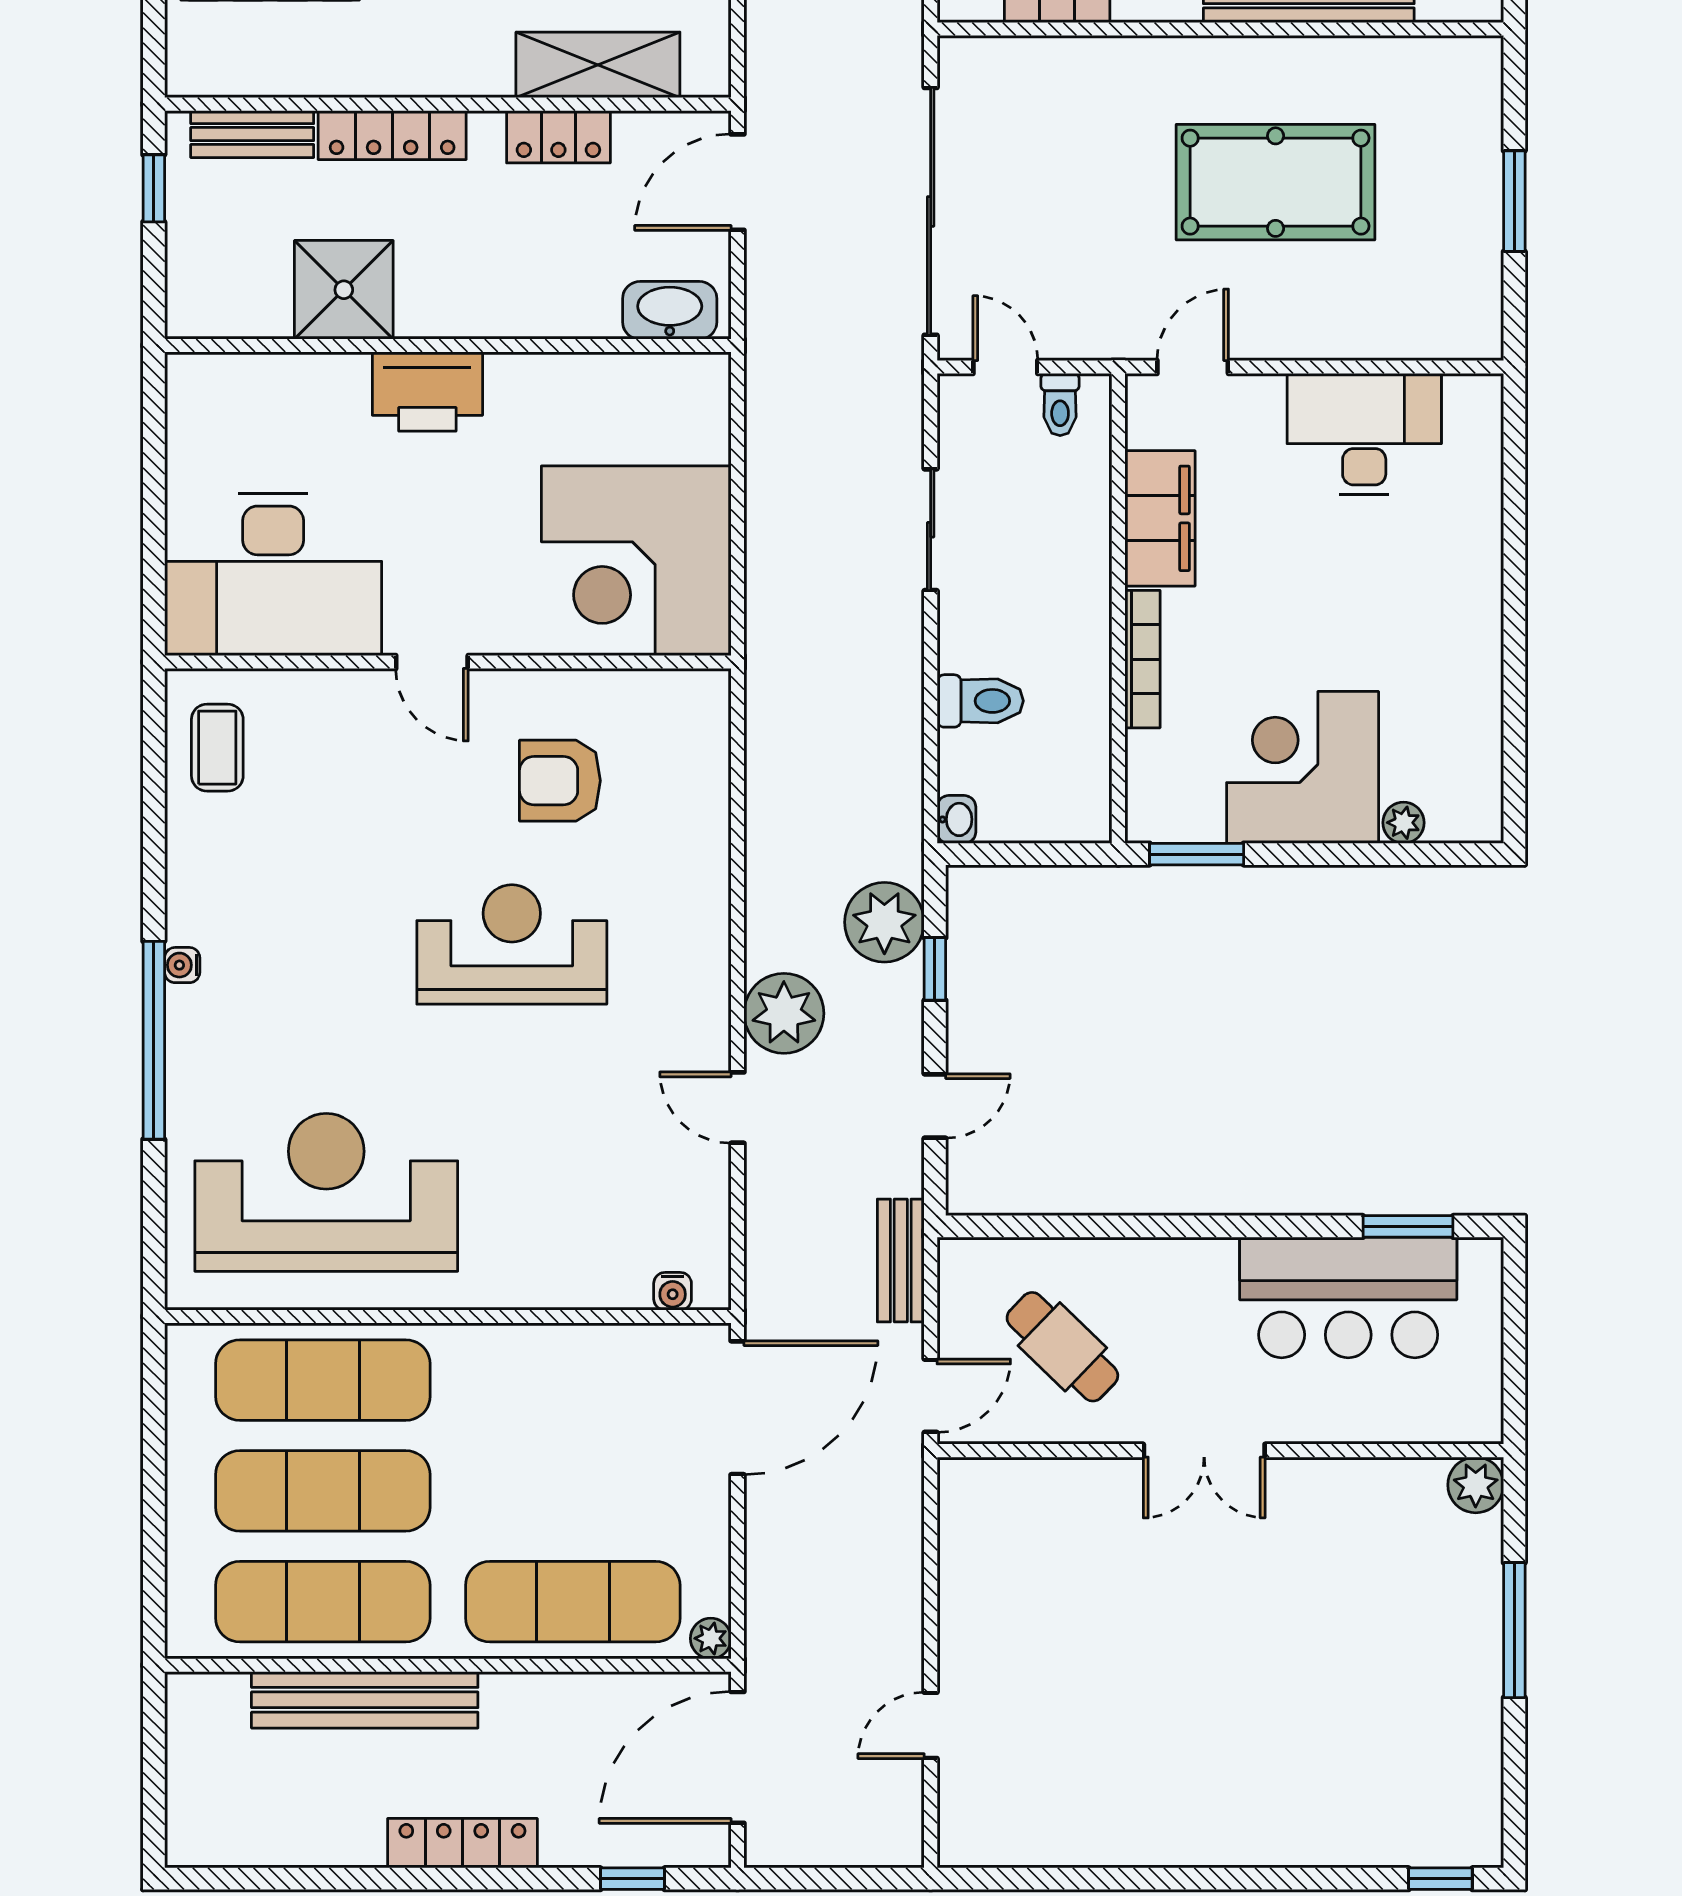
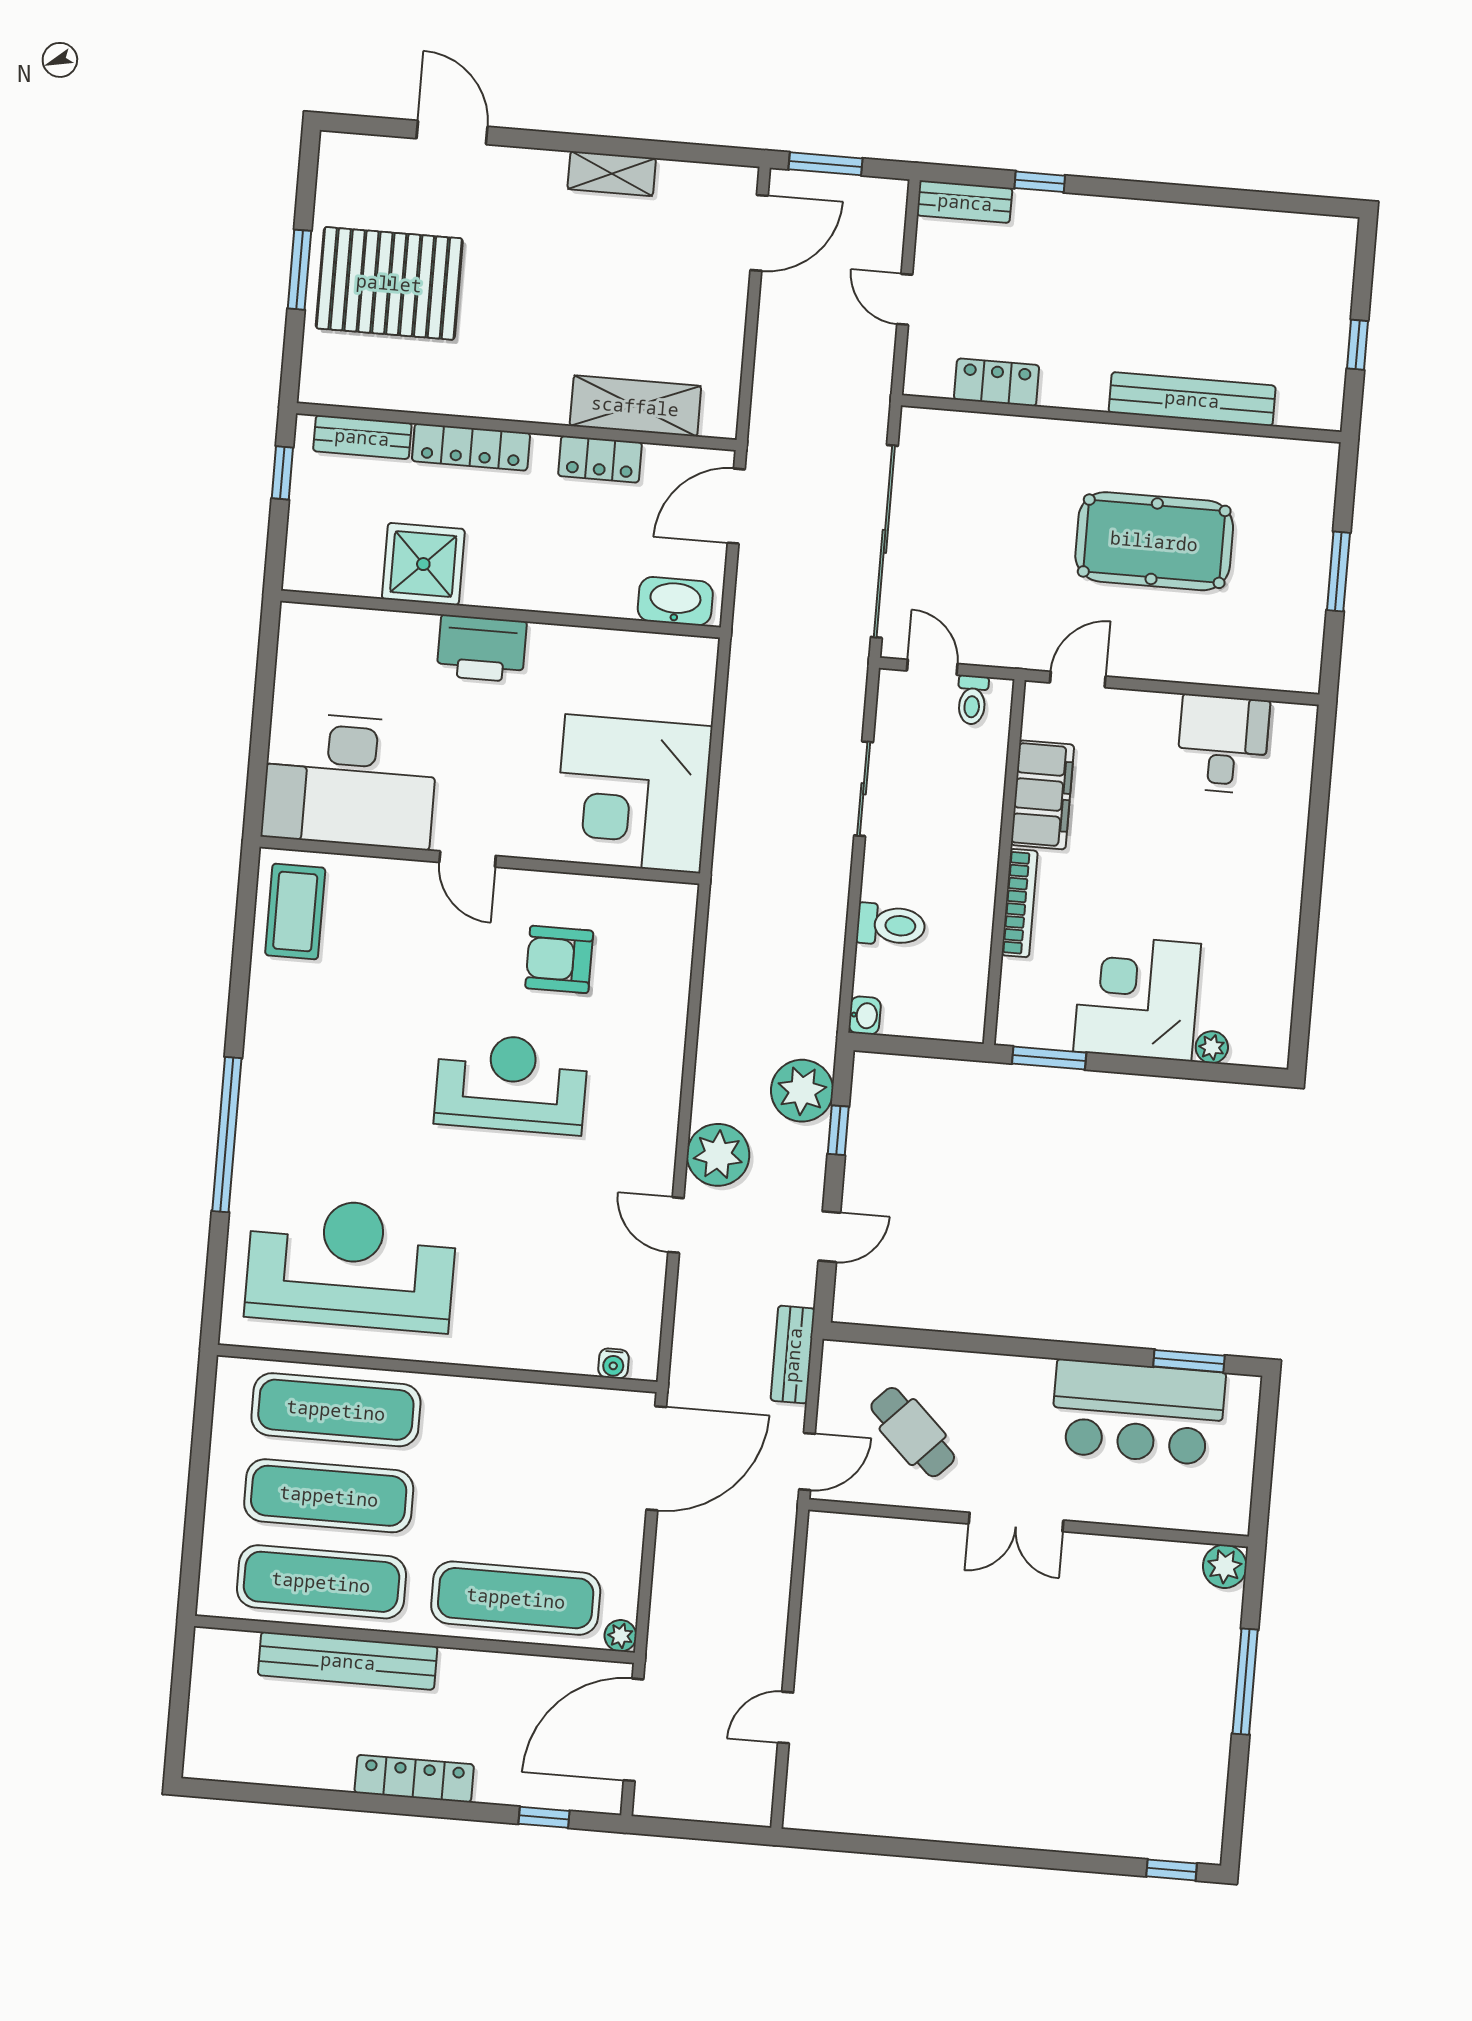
desk: (1364, 434) -> (1223, 744), width x0.73
coffee table: (217, 748) -> (295, 911), width x1.36, depth x1.30
water cooler: (182, 965) -> (254, 1078), removed

